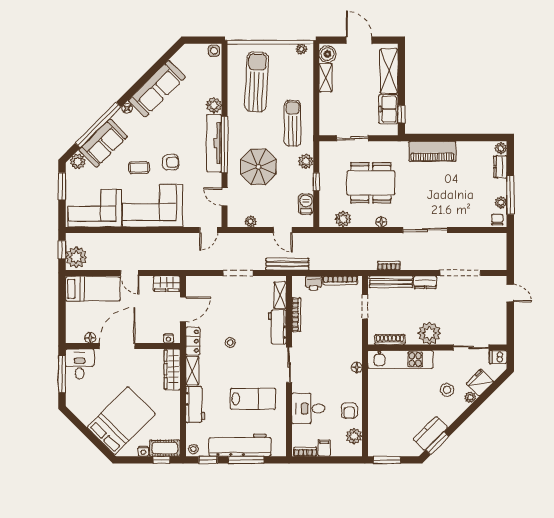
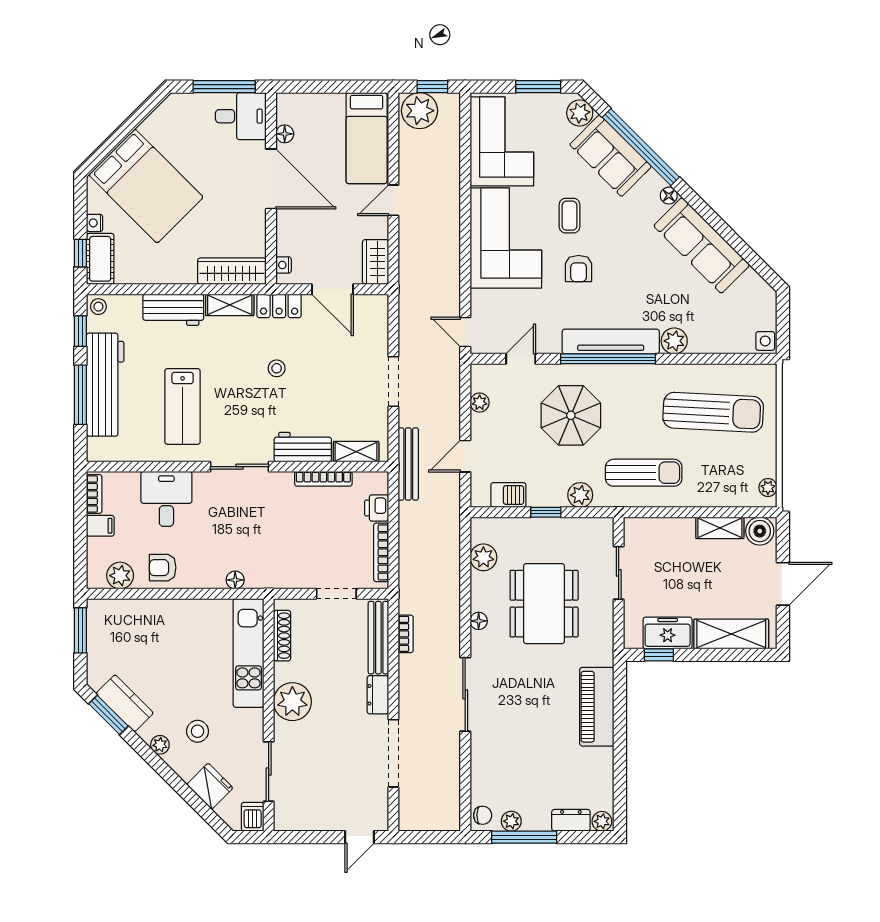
plant: (470, 397) -> (160, 745), moved

